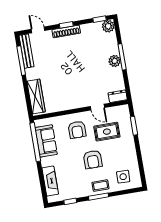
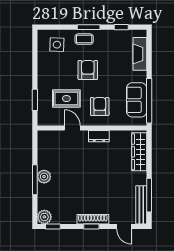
dresser: (118, 96) -> (99, 136), moved

